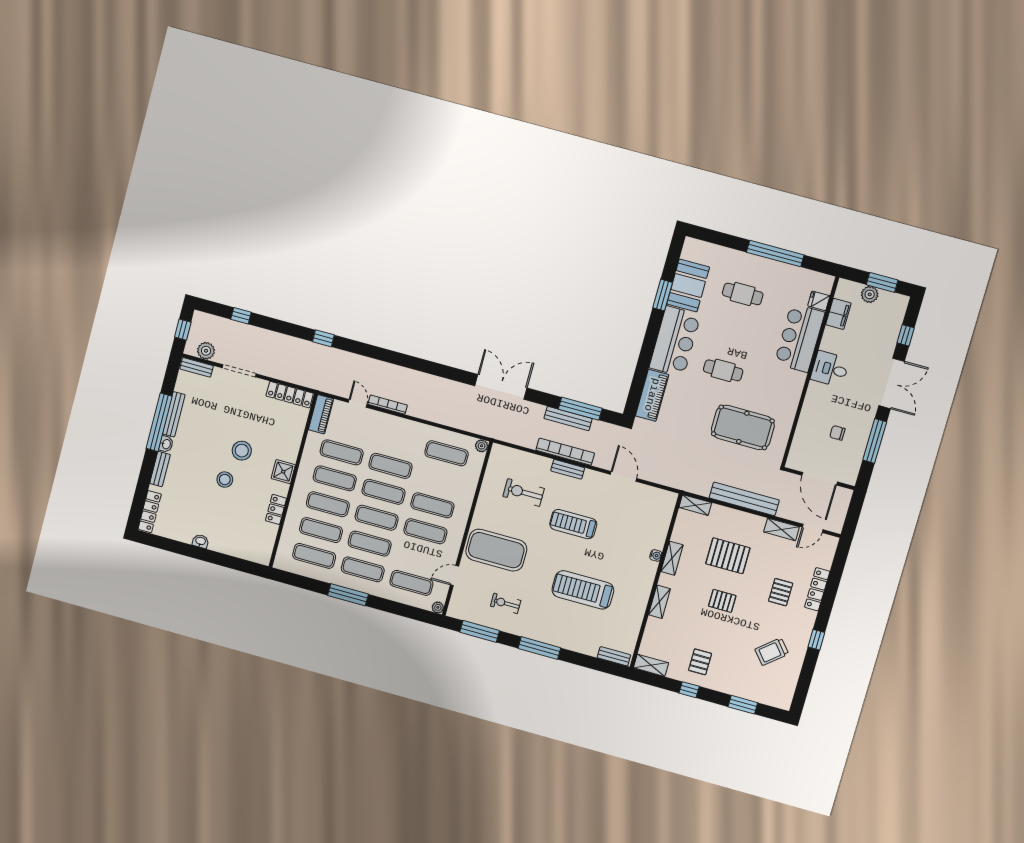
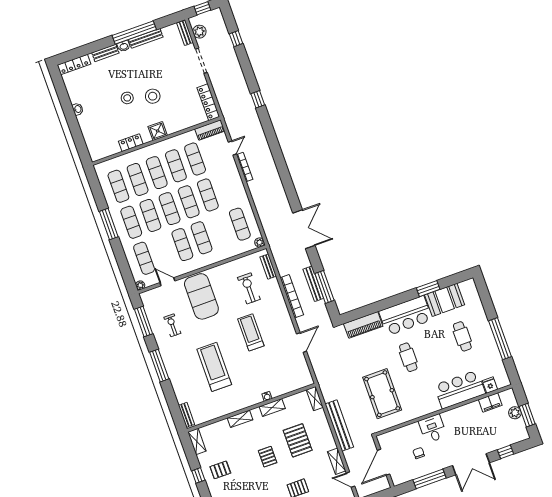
desk: (830, 369) -> (433, 429), moved
bench: (568, 469) -> (268, 267), moved

